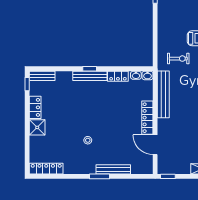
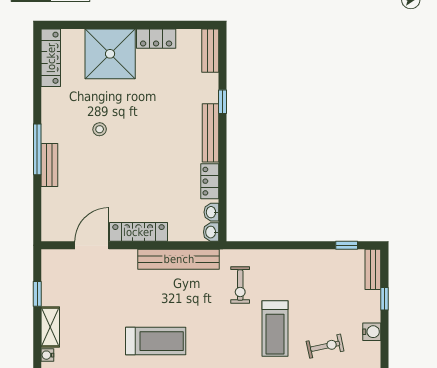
window: (90, 69) -> (223, 102), moved
window: (27, 84) -> (196, 25), removed
shower: (37, 127) -> (110, 54), width x1.86, depth x1.86
bench: (113, 169) -> (49, 165), width x0.73
window: (99, 176) -> (37, 149), width x1.44
window: (168, 176) -> (37, 294), moved

